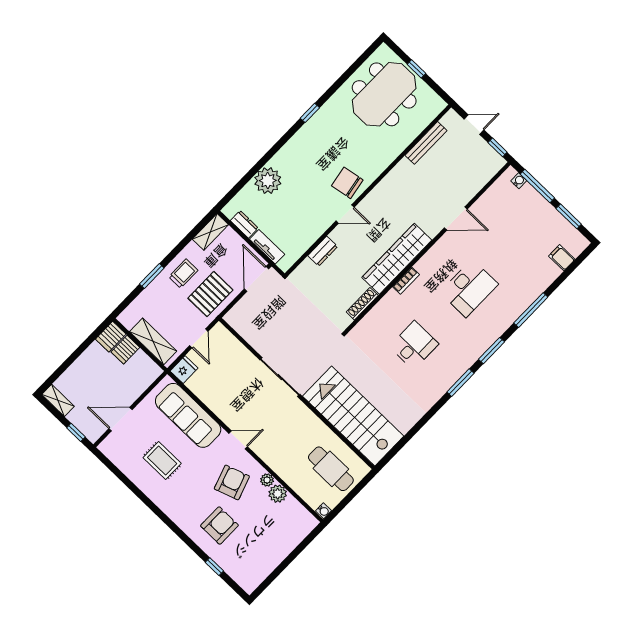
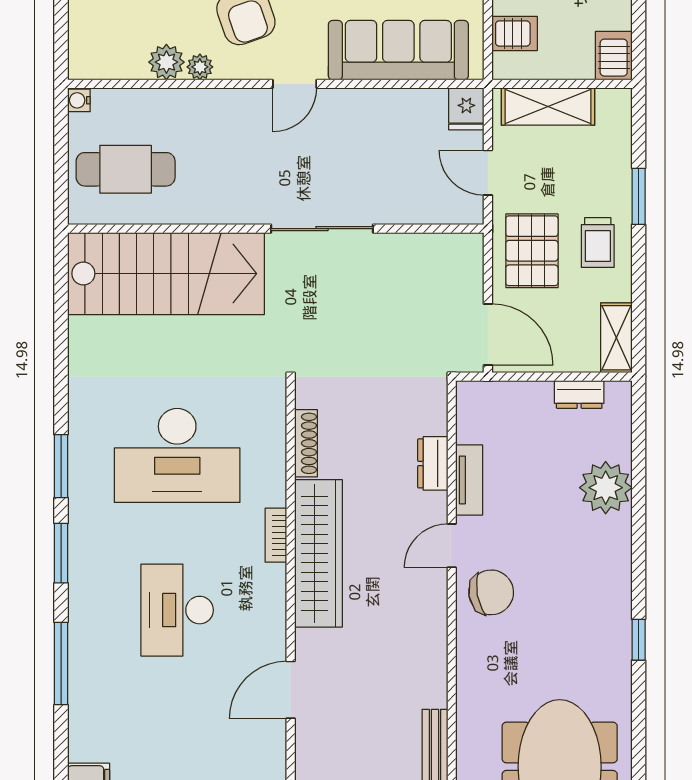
tv unit: (267, 247) -> (469, 480), moved, turned -90
desk: (414, 345) -> (177, 455), width x1.87, depth x1.30
server rack: (125, 350) -> (515, 34), moved, turned 90

